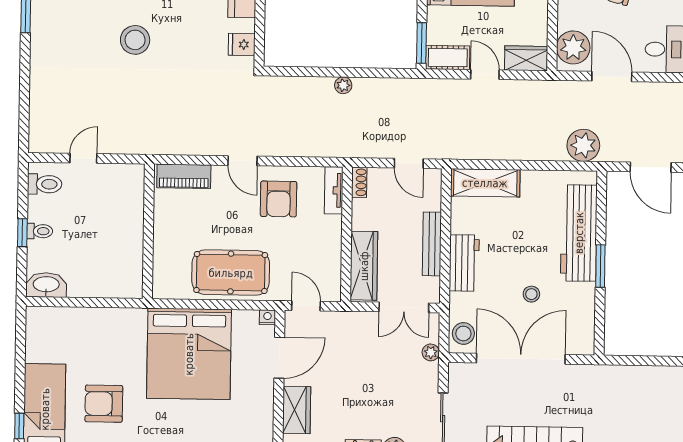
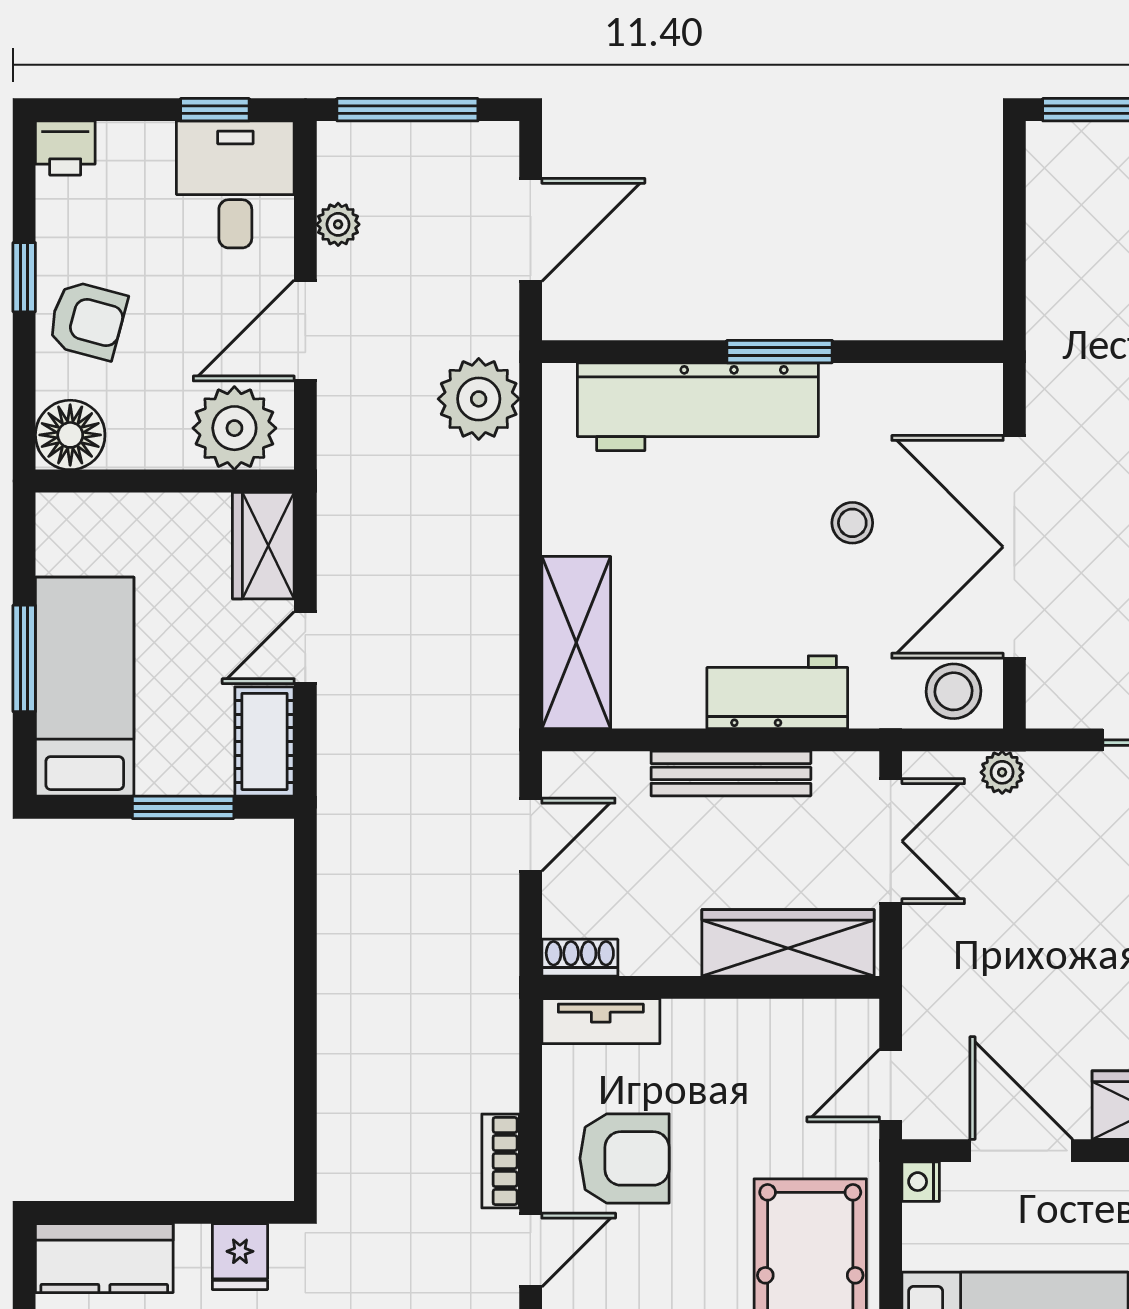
window: (422, 43) -> (183, 807), moved
plant: (343, 85) -> (338, 224), moved
bookcase: (278, 149) -> (501, 1161), added

